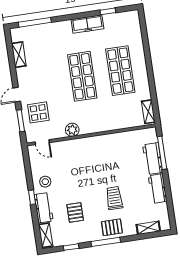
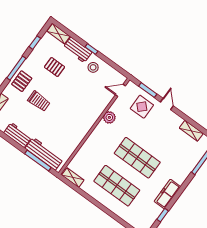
workbench: (153, 159) -> (44, 154), width x1.38

